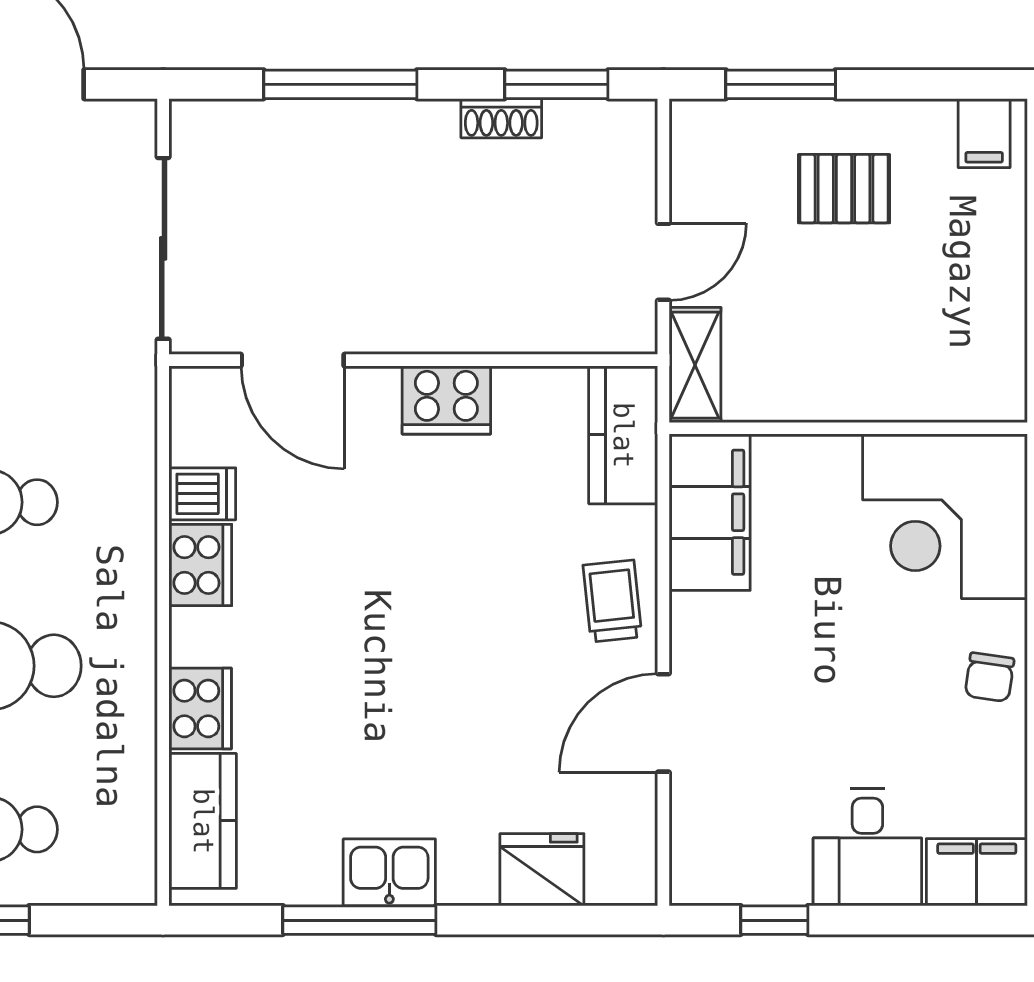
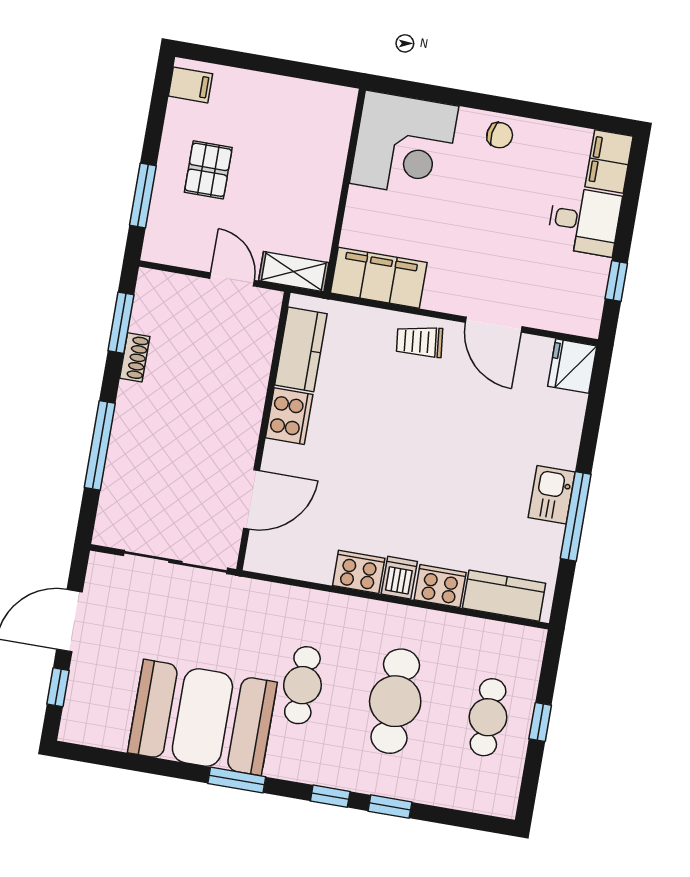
kitchen counter: (623, 435) -> (301, 349), moved, turned -90
dishwasher: (202, 494) -> (399, 578), moved
fridge: (542, 870) -> (572, 366), moved

